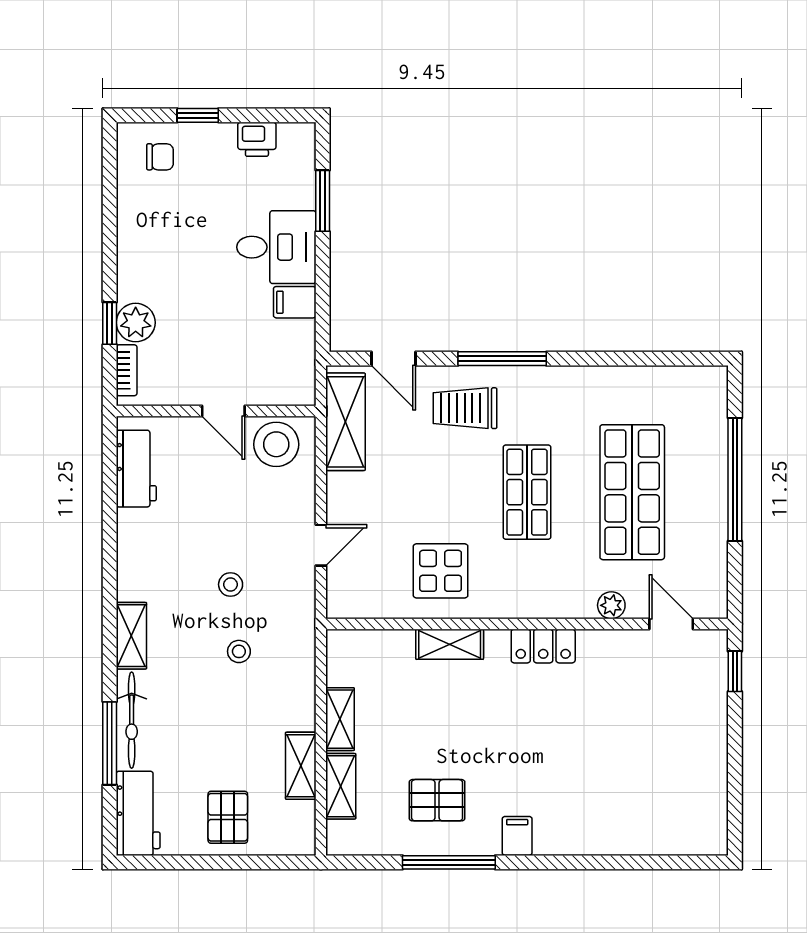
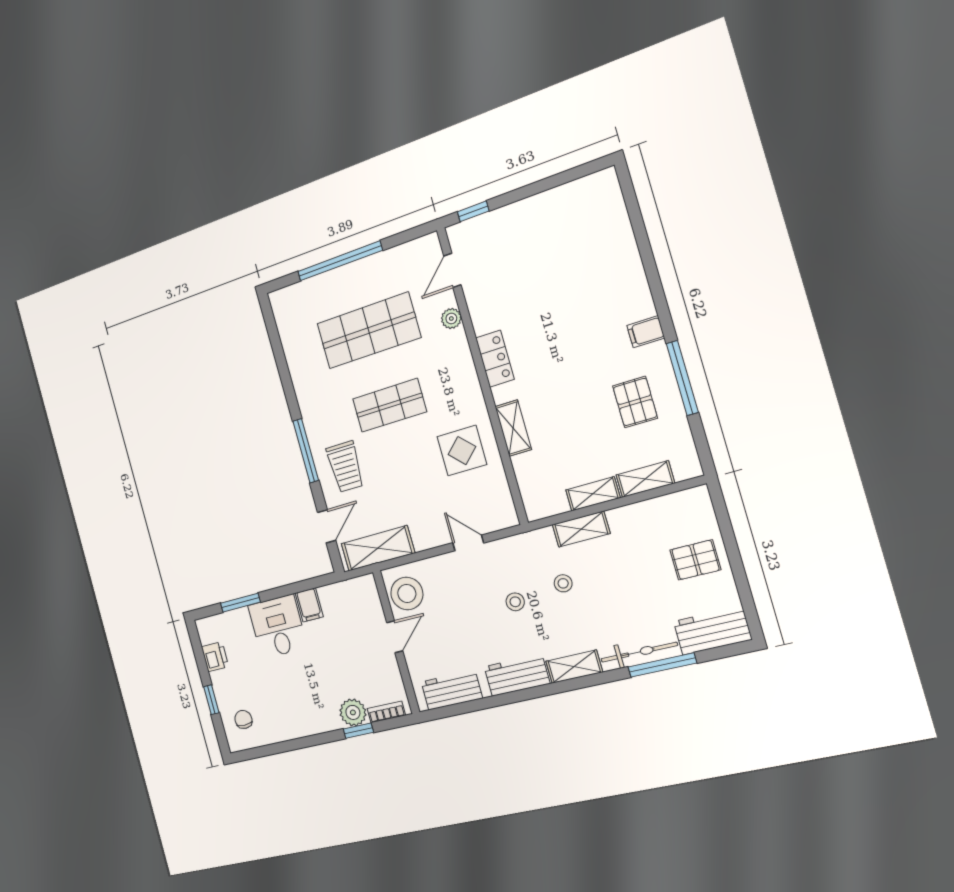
workbench: (137, 560) -> (517, 675), added
shelving: (301, 766) -> (581, 529), moved

